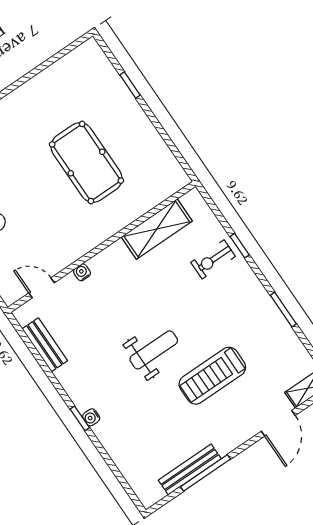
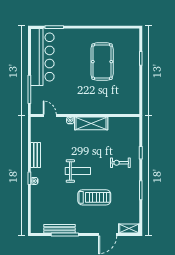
pool table: (87, 163) -> (102, 62), moved
shelving: (157, 229) -> (91, 123), moved
exercise bike: (213, 259) -> (120, 163), moved
bench: (45, 345) -> (36, 155), moved
treadmill: (212, 376) -> (94, 197), turned 180

